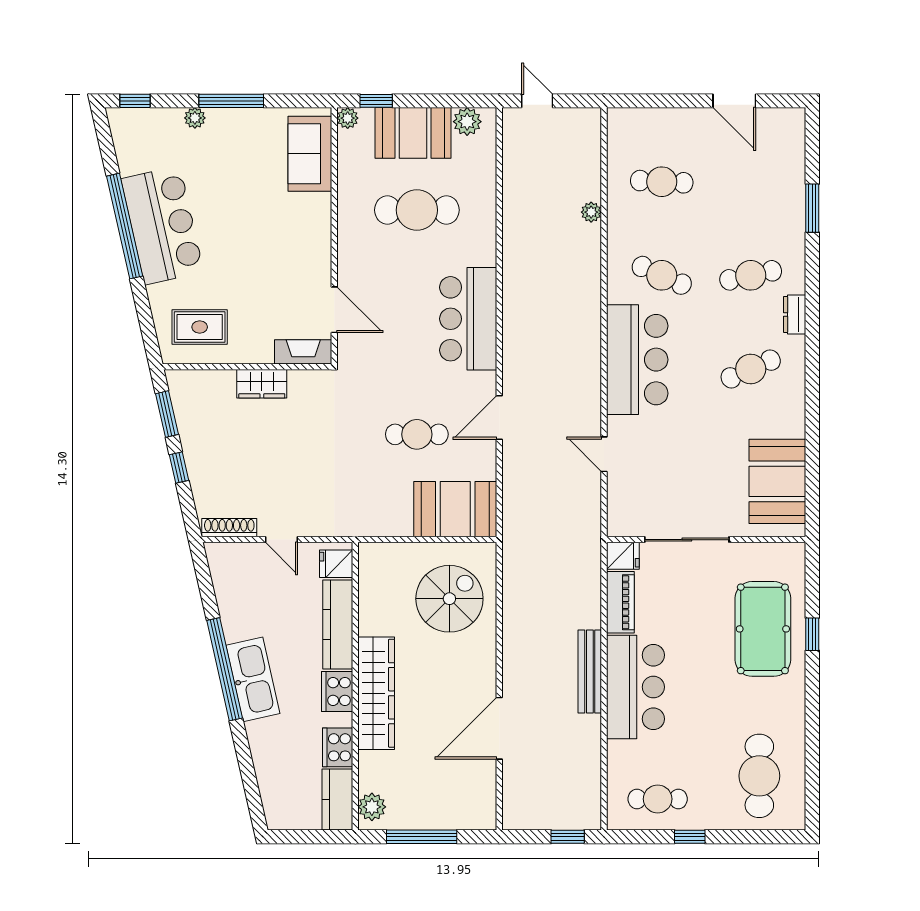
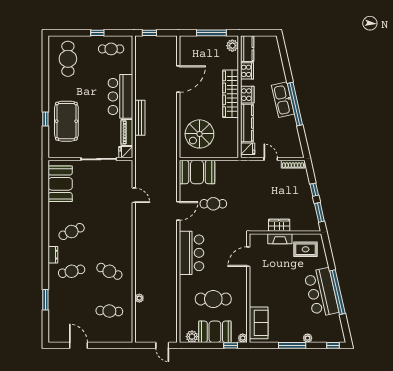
door: (334, 310) -> (248, 257), hinge flipped
fireplace: (303, 352) -> (280, 239), moved
bar counter: (637, 360) -> (120, 235), removed
bench: (590, 672) -> (140, 118), moved

